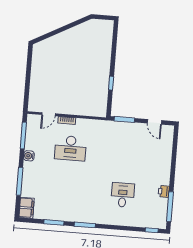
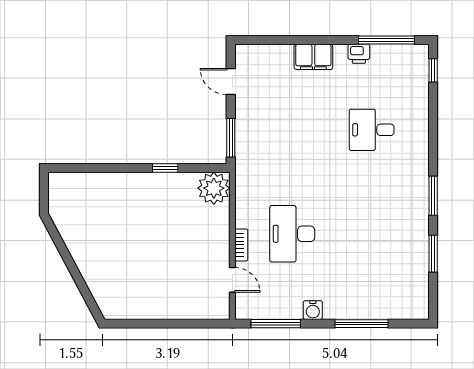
plant: (98, 108) -> (214, 188), added
door: (154, 122) -> (231, 81), swing flipped
desk: (71, 148) -> (292, 234), turned 180
filing cabinet: (27, 208) -> (313, 57), moved, turned 180

